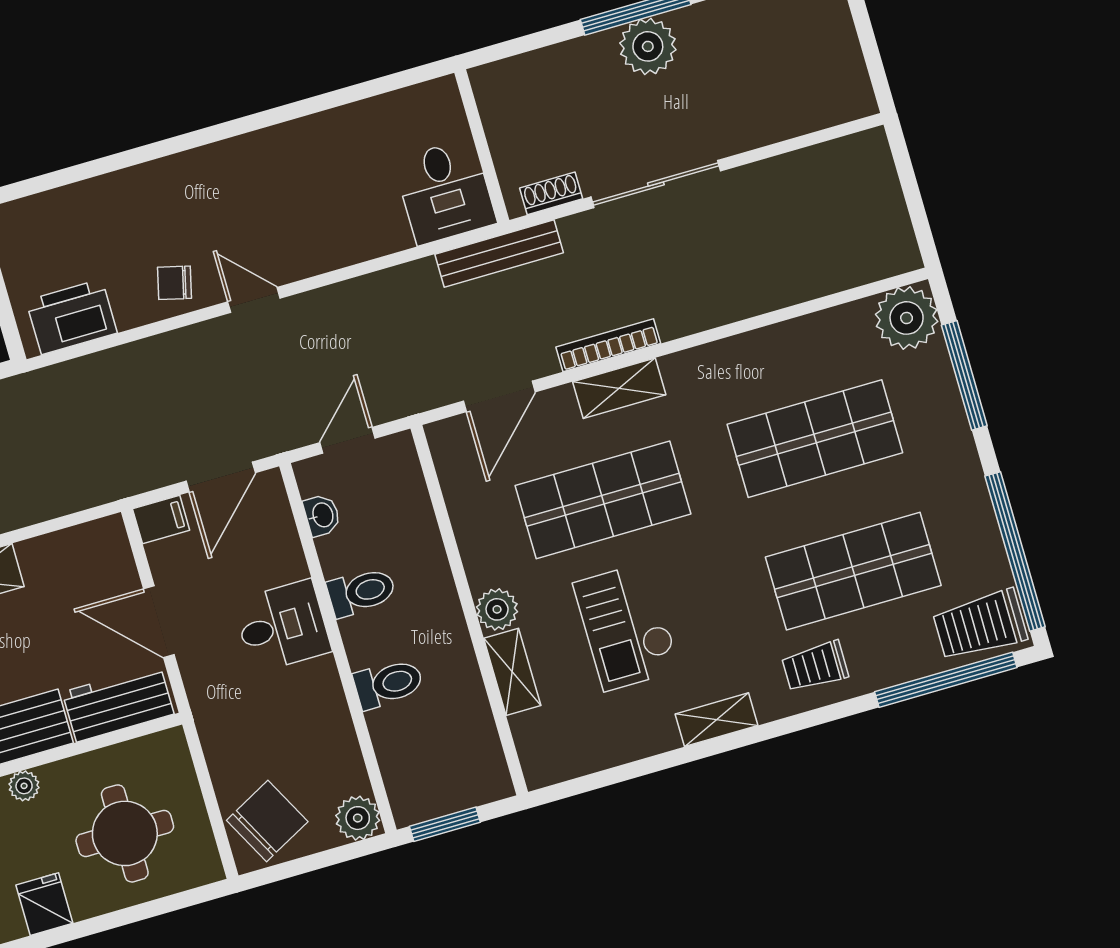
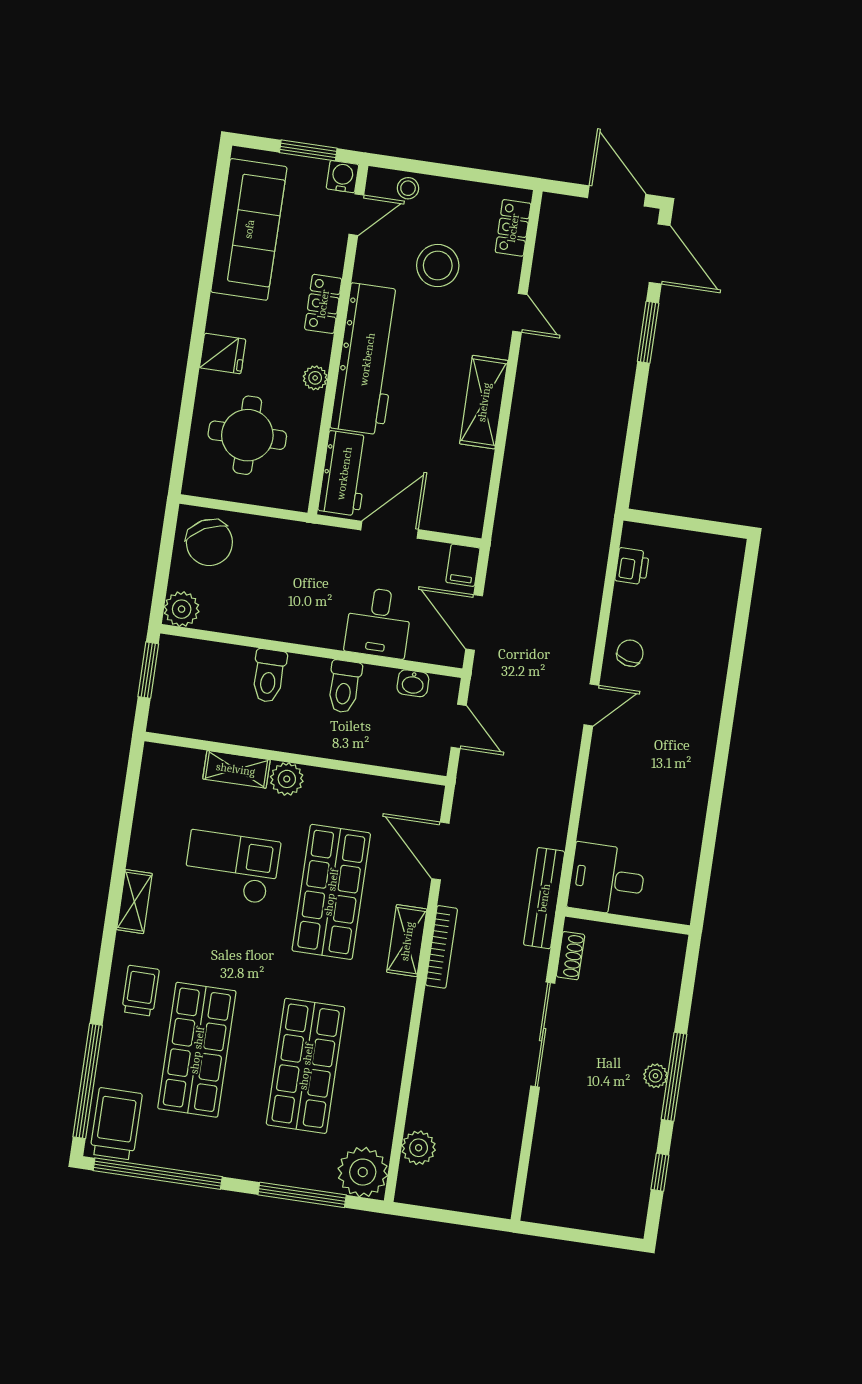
plant: (648, 46) -> (655, 1076), width x0.53, depth x0.53
plant: (850, 267) -> (419, 1148), added
printer: (72, 317) -> (632, 566), width x0.53, depth x0.68
desk: (282, 626) -> (378, 623), moved

